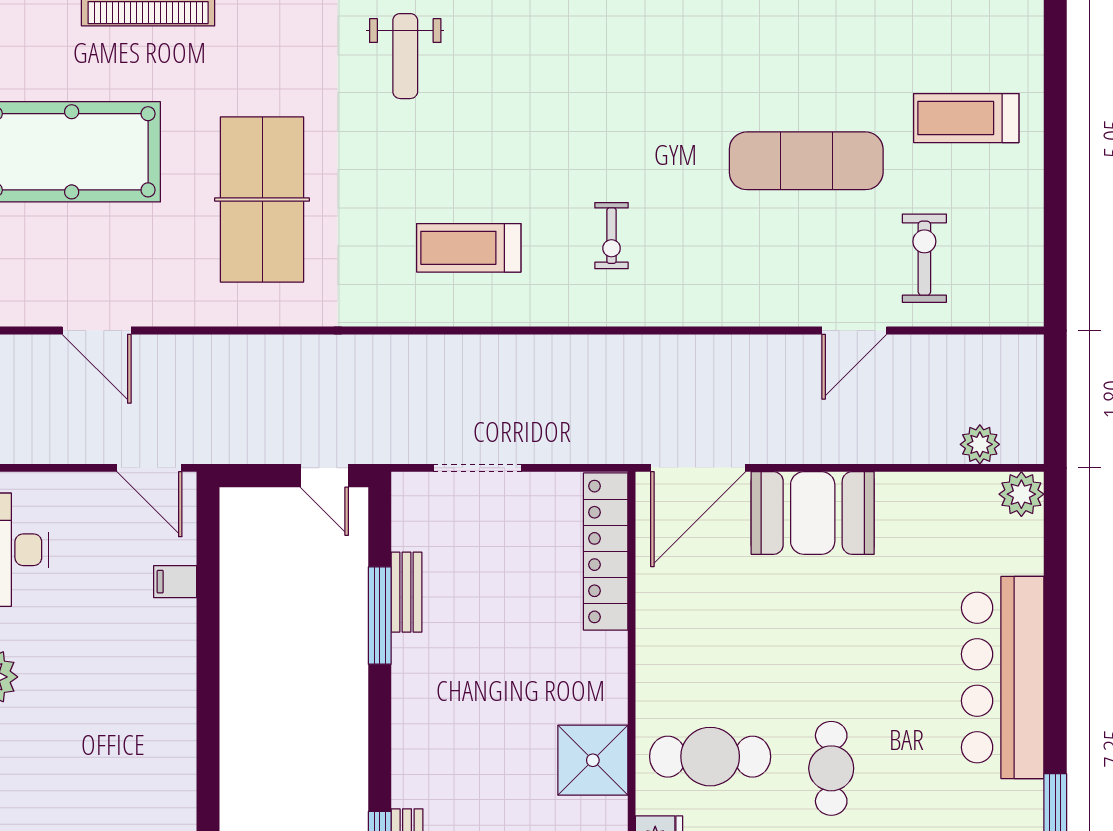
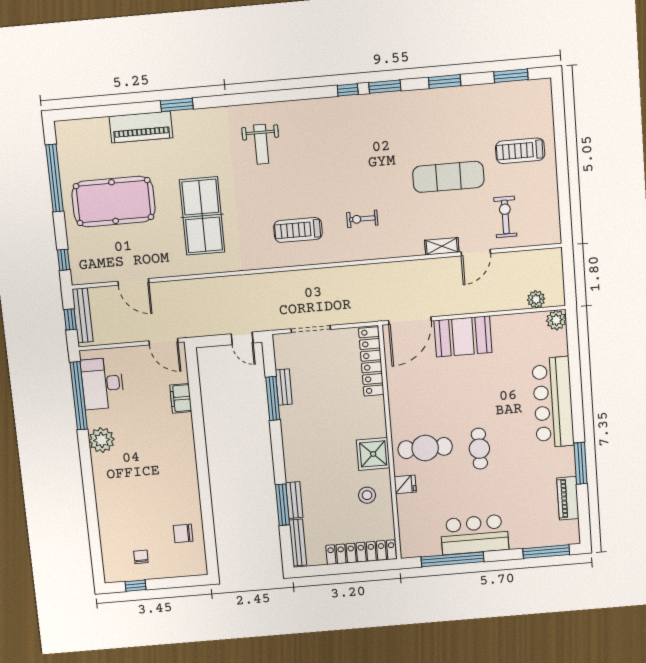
exercise bike: (612, 236) -> (362, 219), turned 90
shelving: (781, 310) -> (442, 246), added
filing cabinet: (175, 582) -> (181, 398), width x2.00

